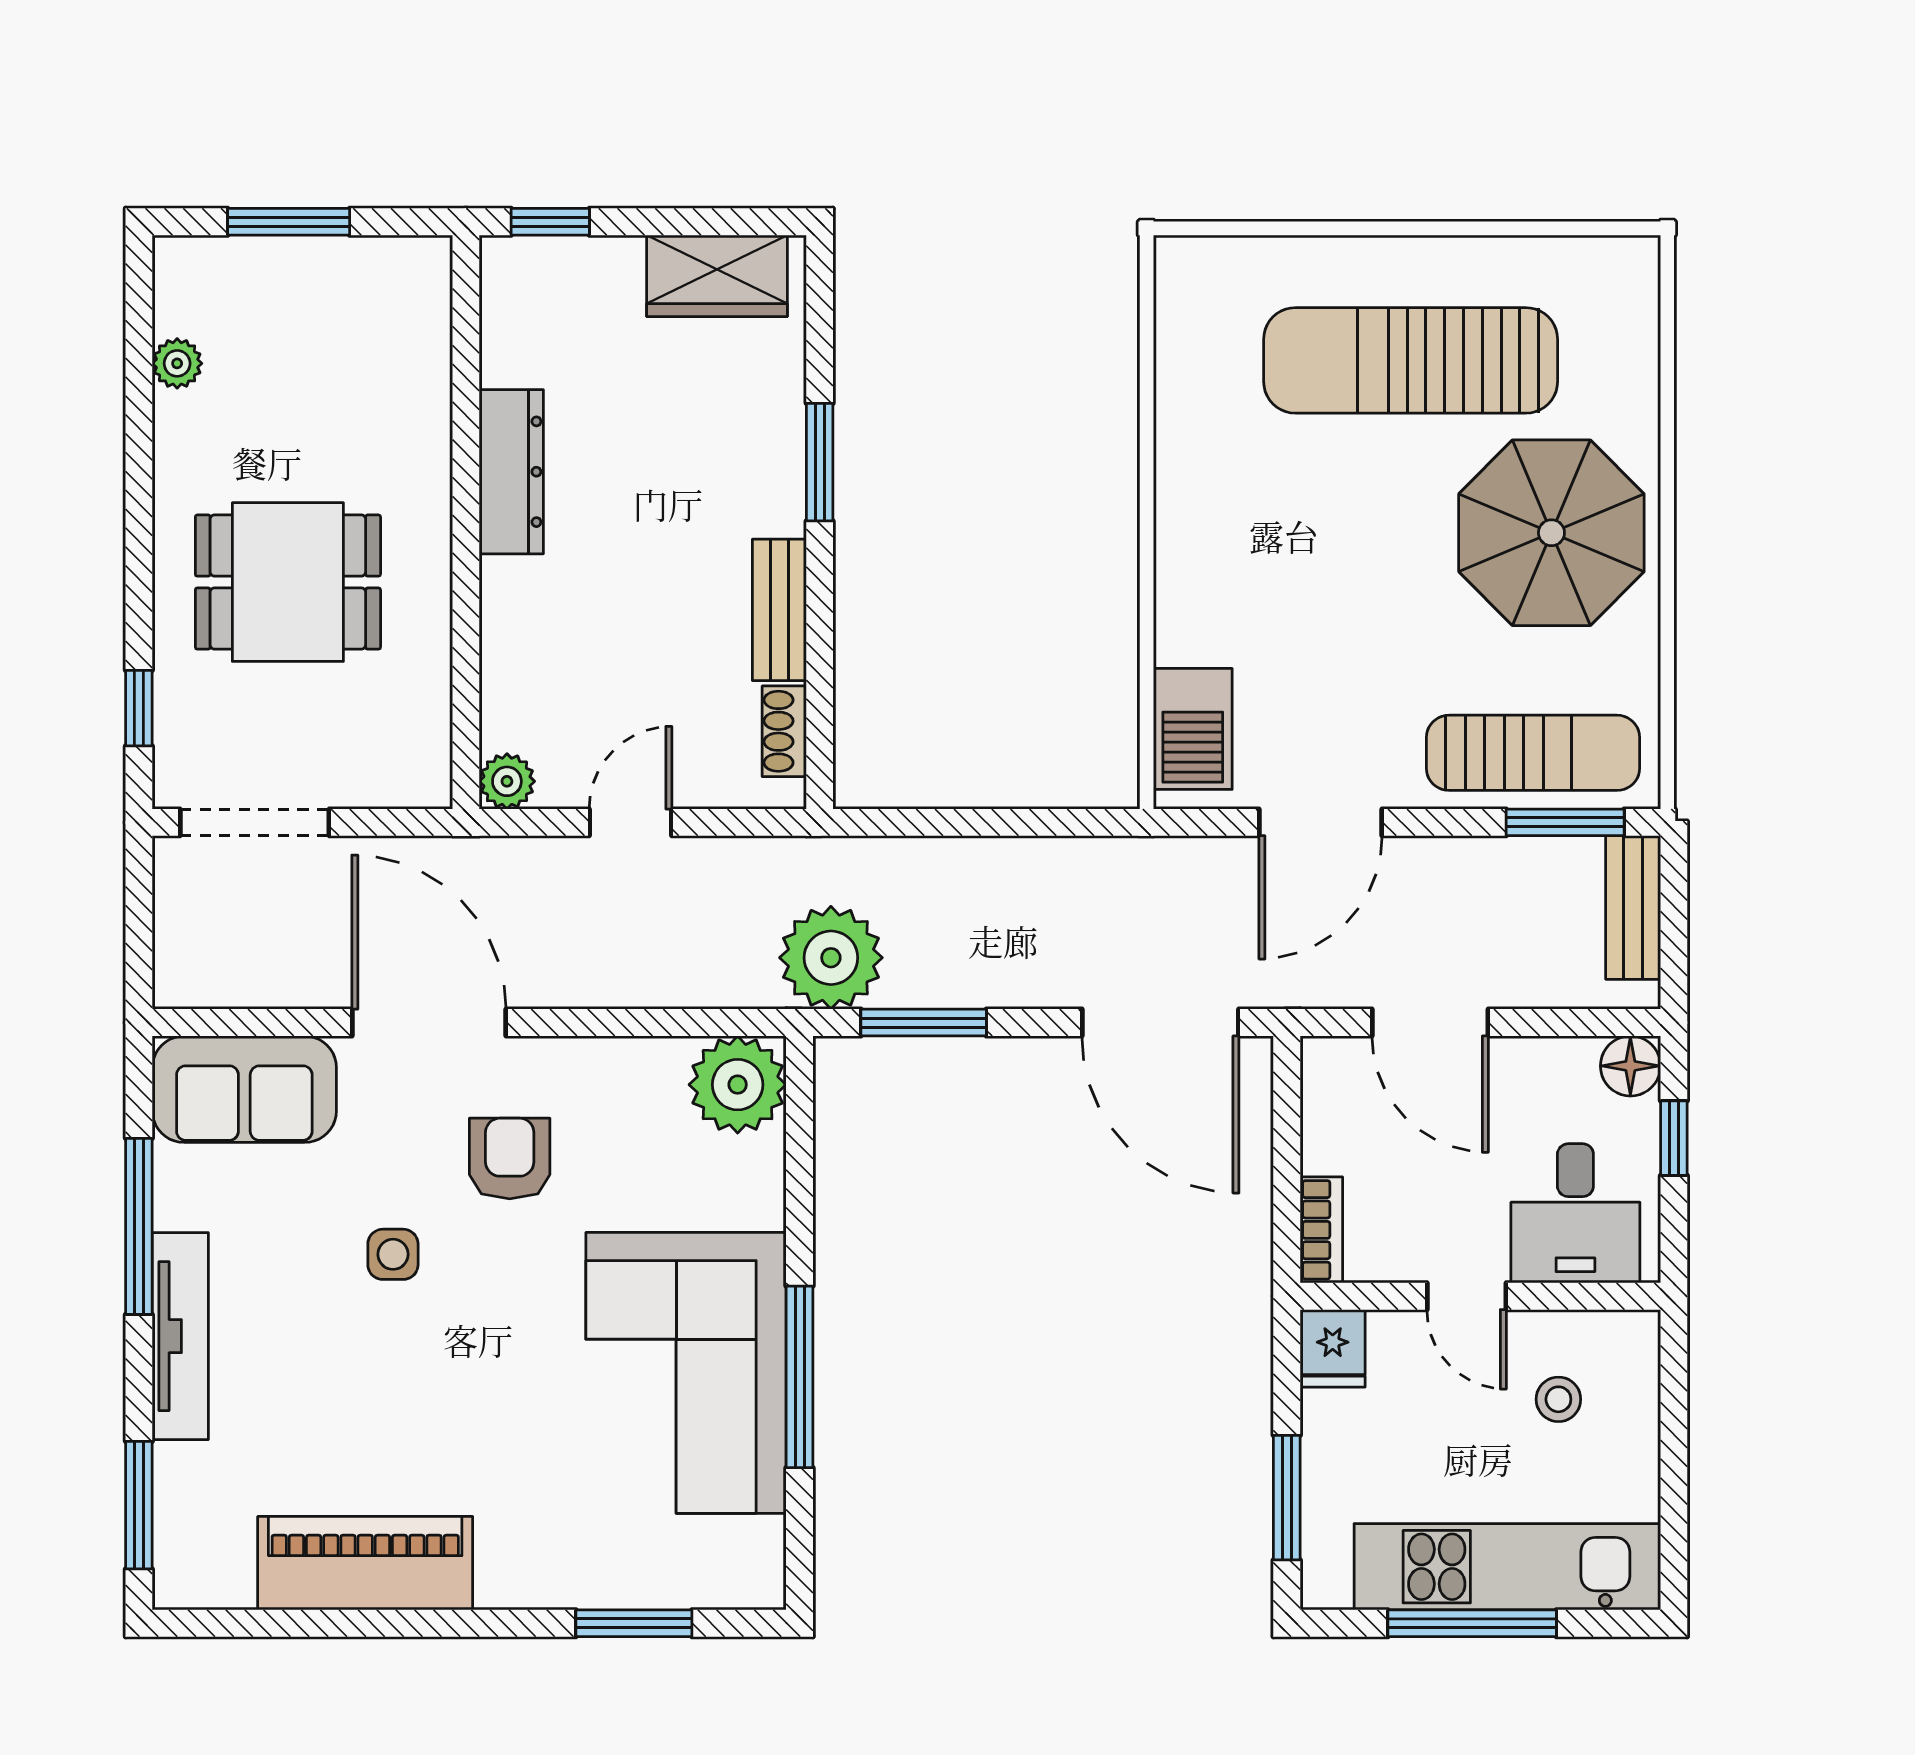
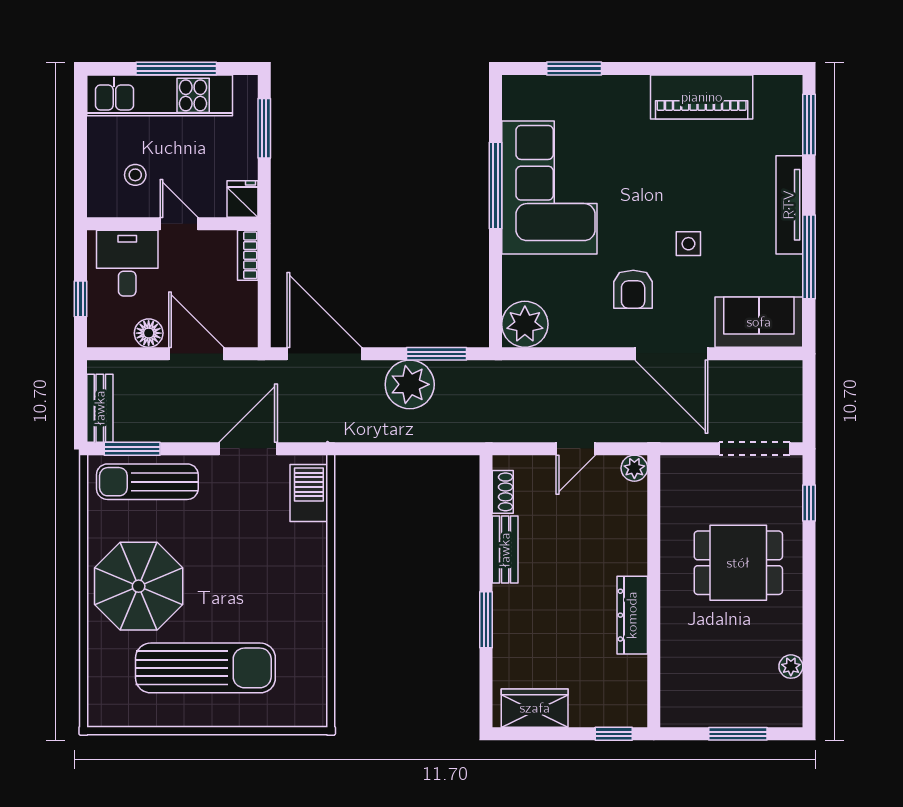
plant: (831, 958) -> (410, 384), moved
floor lamp: (1630, 1066) -> (149, 333), moved

